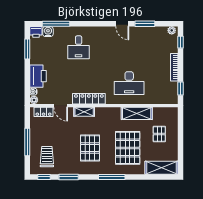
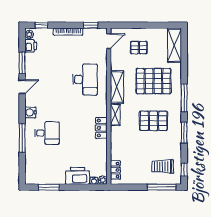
window: (56, 24) -> (22, 138), moved
printer: (36, 32) -> (31, 46), moved
water cooler: (48, 32) -> (30, 112), moved
locker: (89, 99) -> (101, 128), width x0.66
door: (61, 106) -> (109, 41), moved
shelving: (84, 112) -> (115, 115), moved
shelving: (137, 113) -> (117, 87), moved
window: (27, 142) -> (162, 187), moved
window: (69, 177) -> (184, 133), moved

